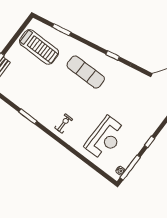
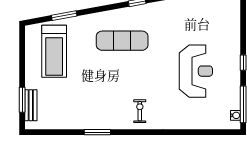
treadmill: (39, 47) -> (54, 51), turned 90
reception desk: (105, 138) -> (196, 71), moved

